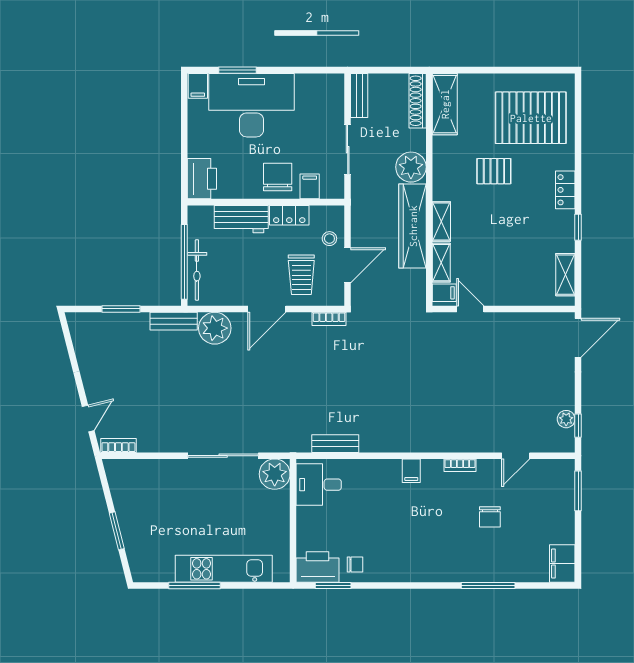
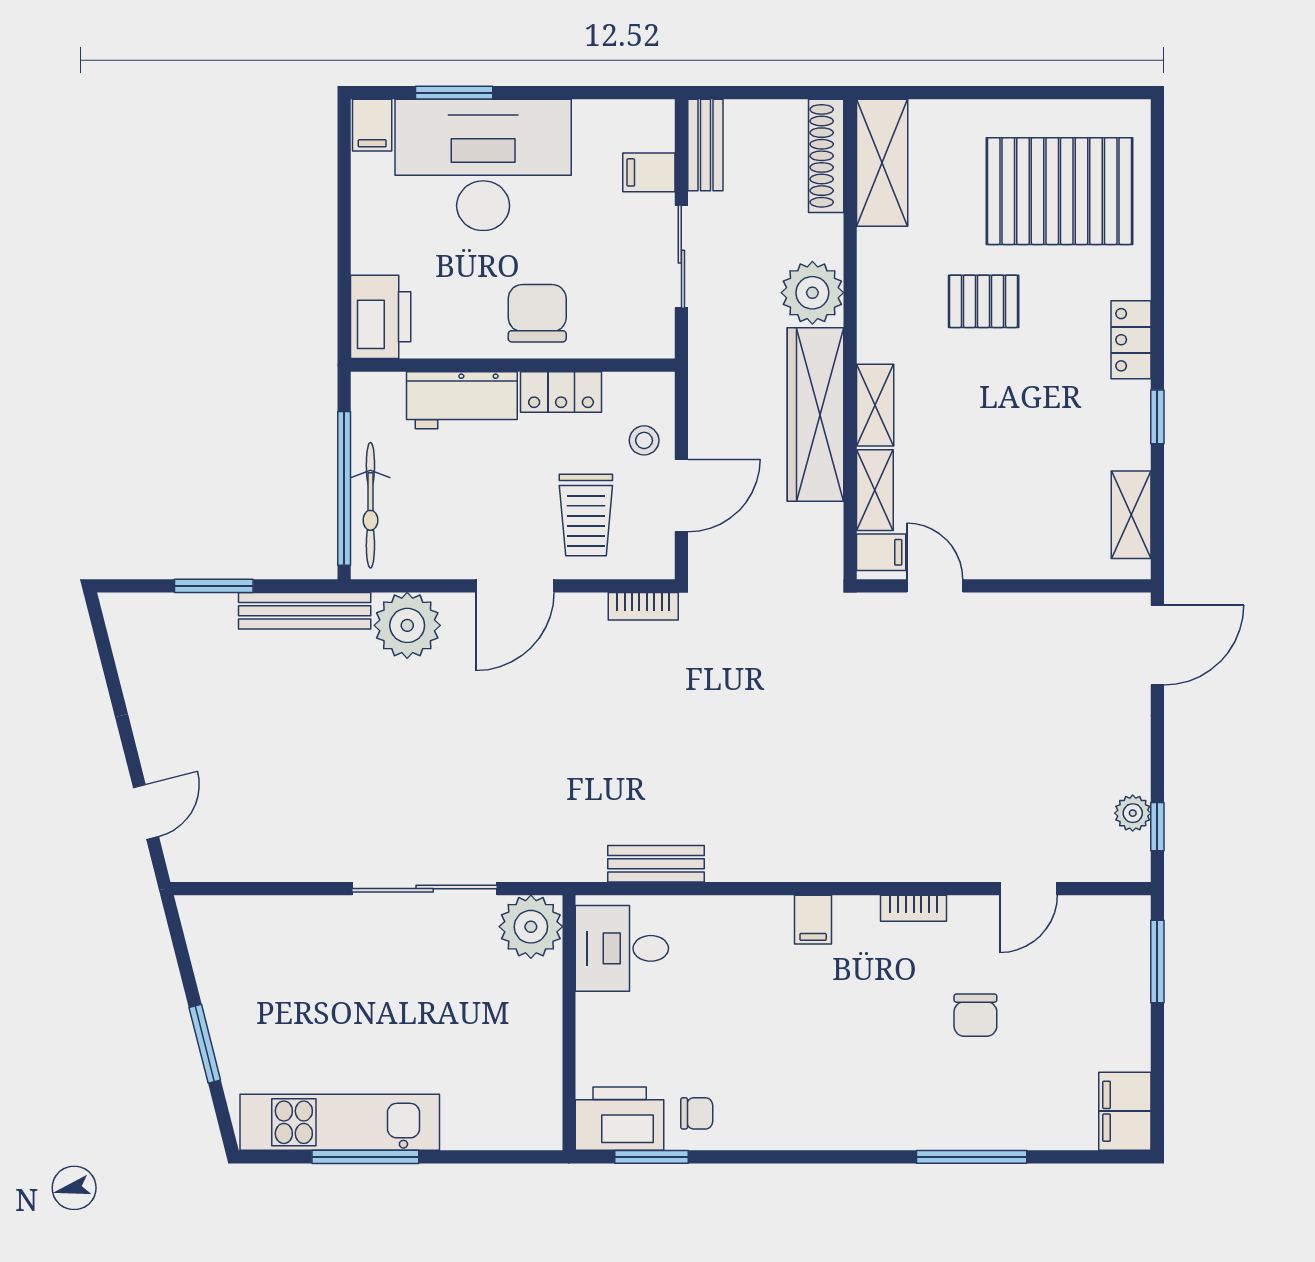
filing cabinet: (310, 186) -> (649, 172), moved, turned -90
bench: (174, 321) -> (305, 611), width x1.36
bookcase: (118, 445) -> (208, 868), removed
kitchen unit: (224, 569) -> (340, 1122), moved

